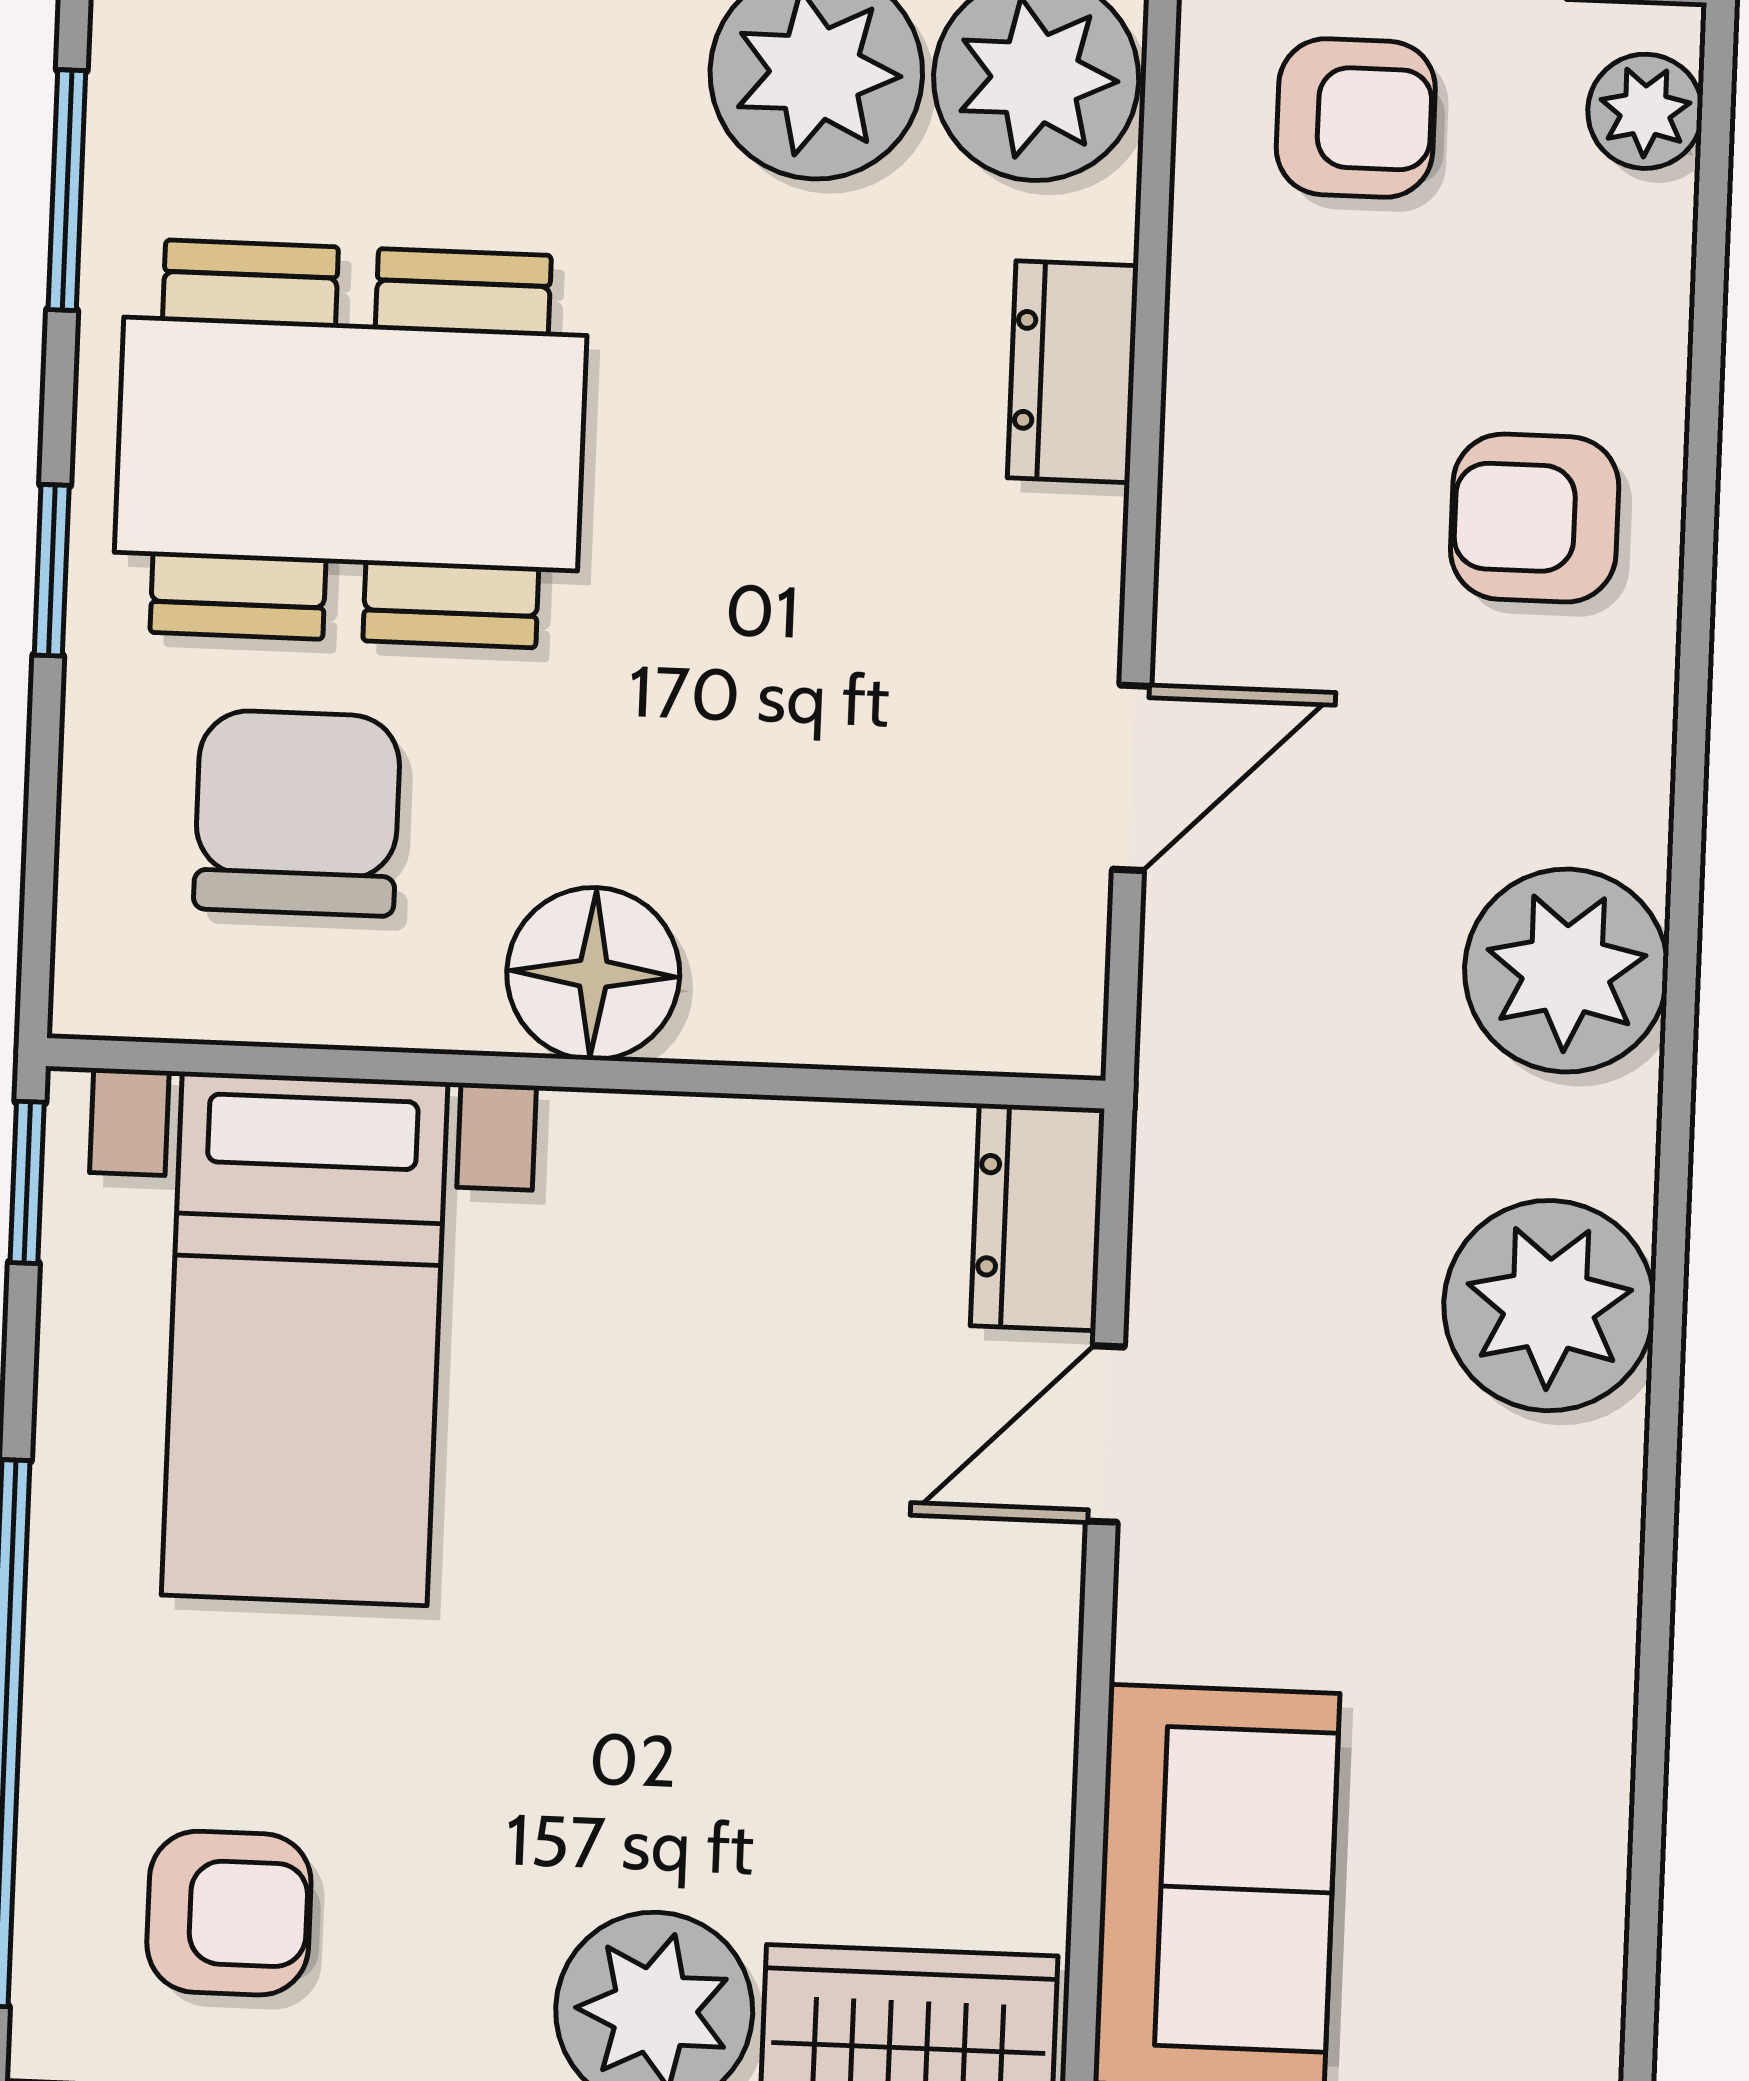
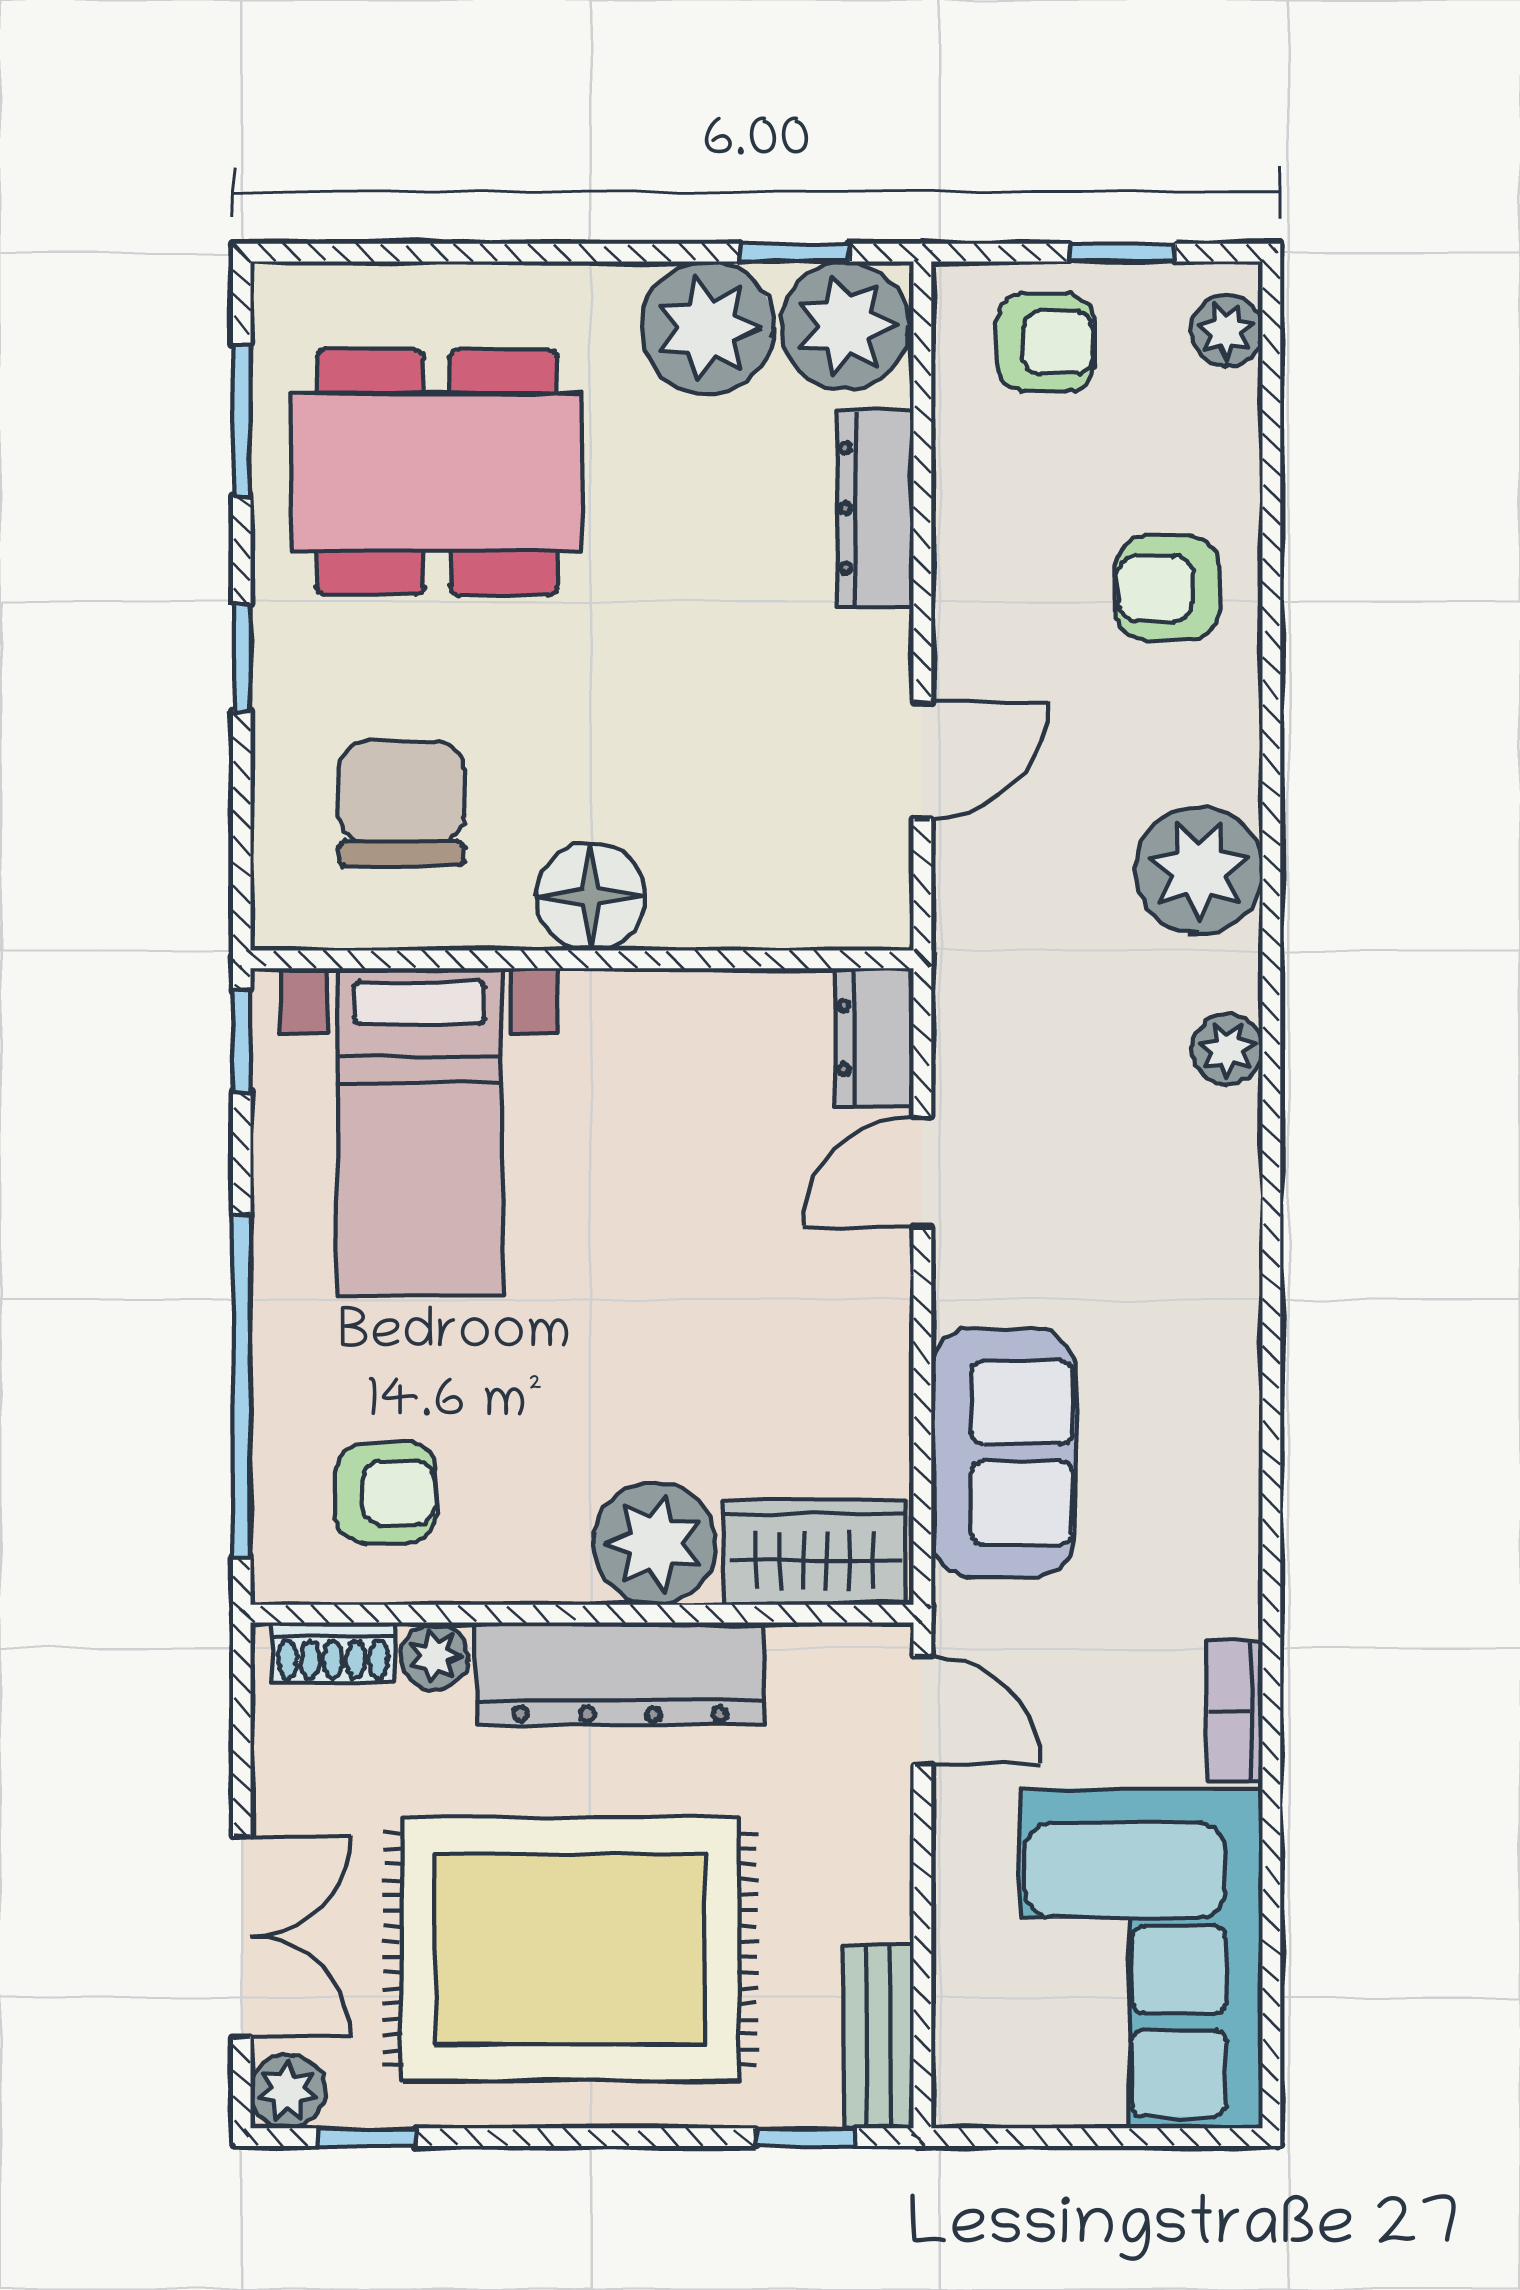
dresser: (1073, 372) -> (875, 508), width x1.44
dining table: (351, 444) -> (437, 472), moved
plant: (1549, 1306) -> (1227, 1049), width x0.53, depth x0.53

